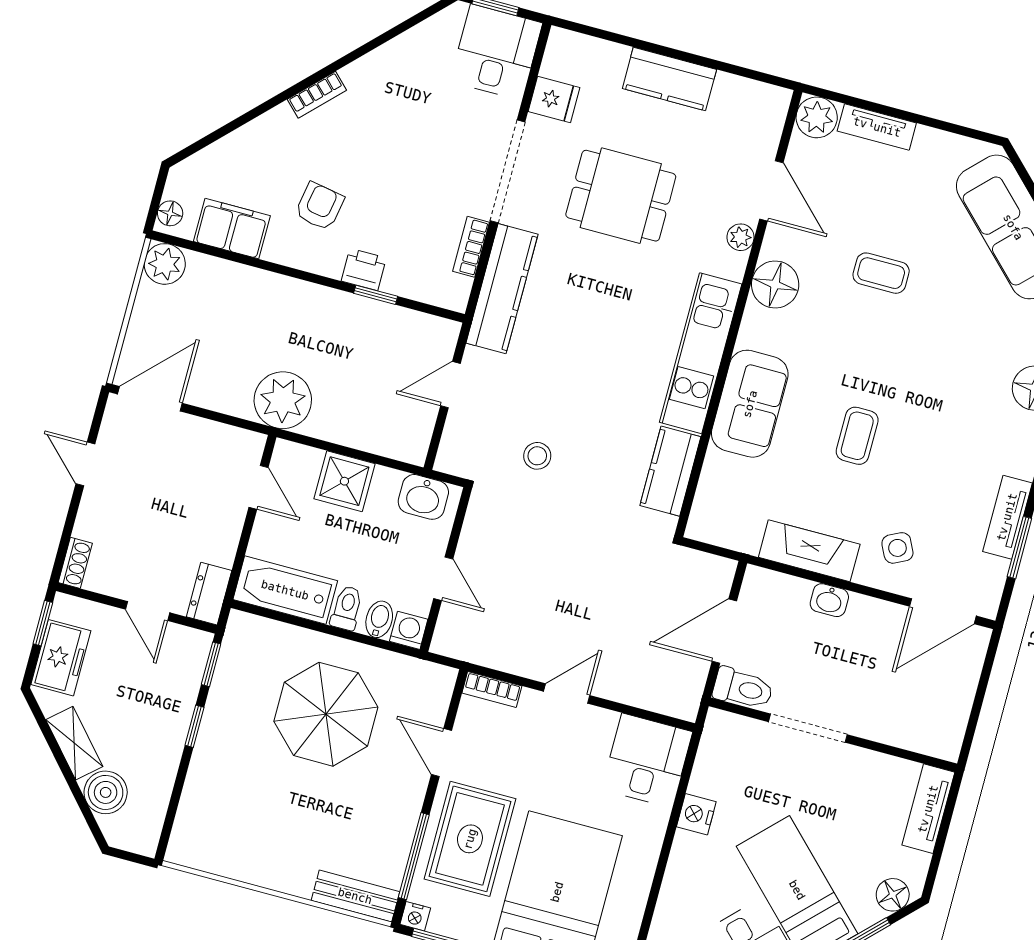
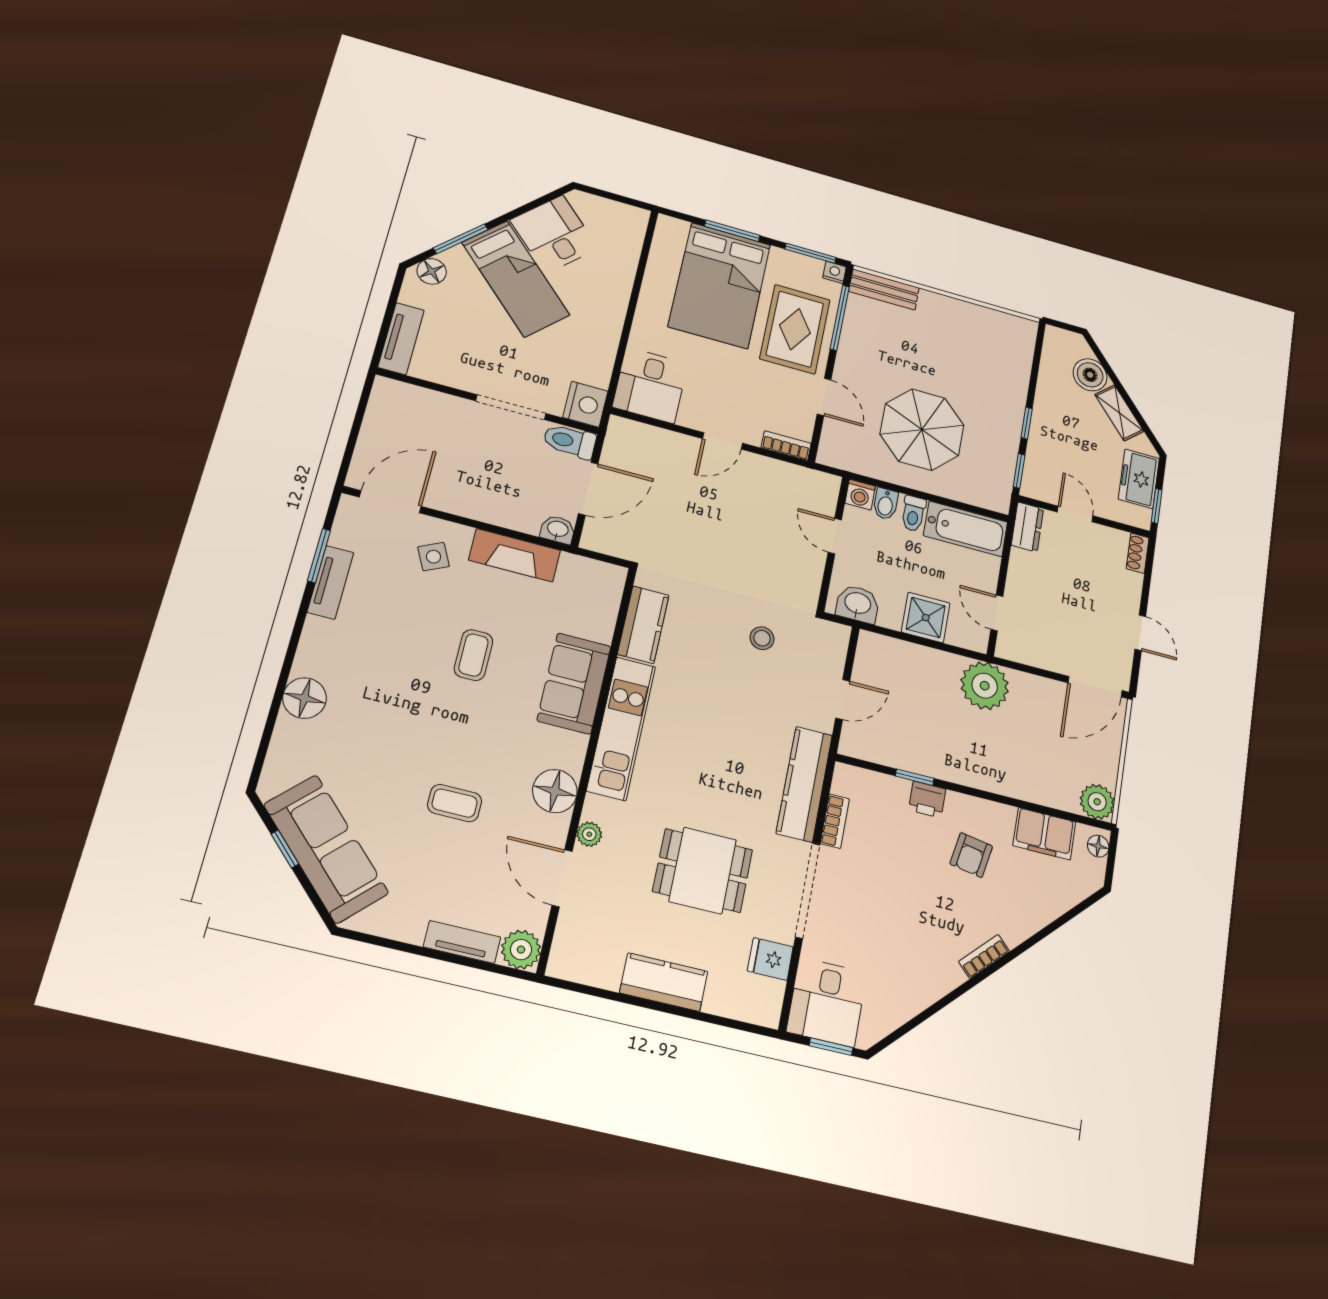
washbasin: (829, 600) -> (558, 529), moved
nightstand: (696, 814) -> (585, 404), moved, width x1.36, depth x1.33

